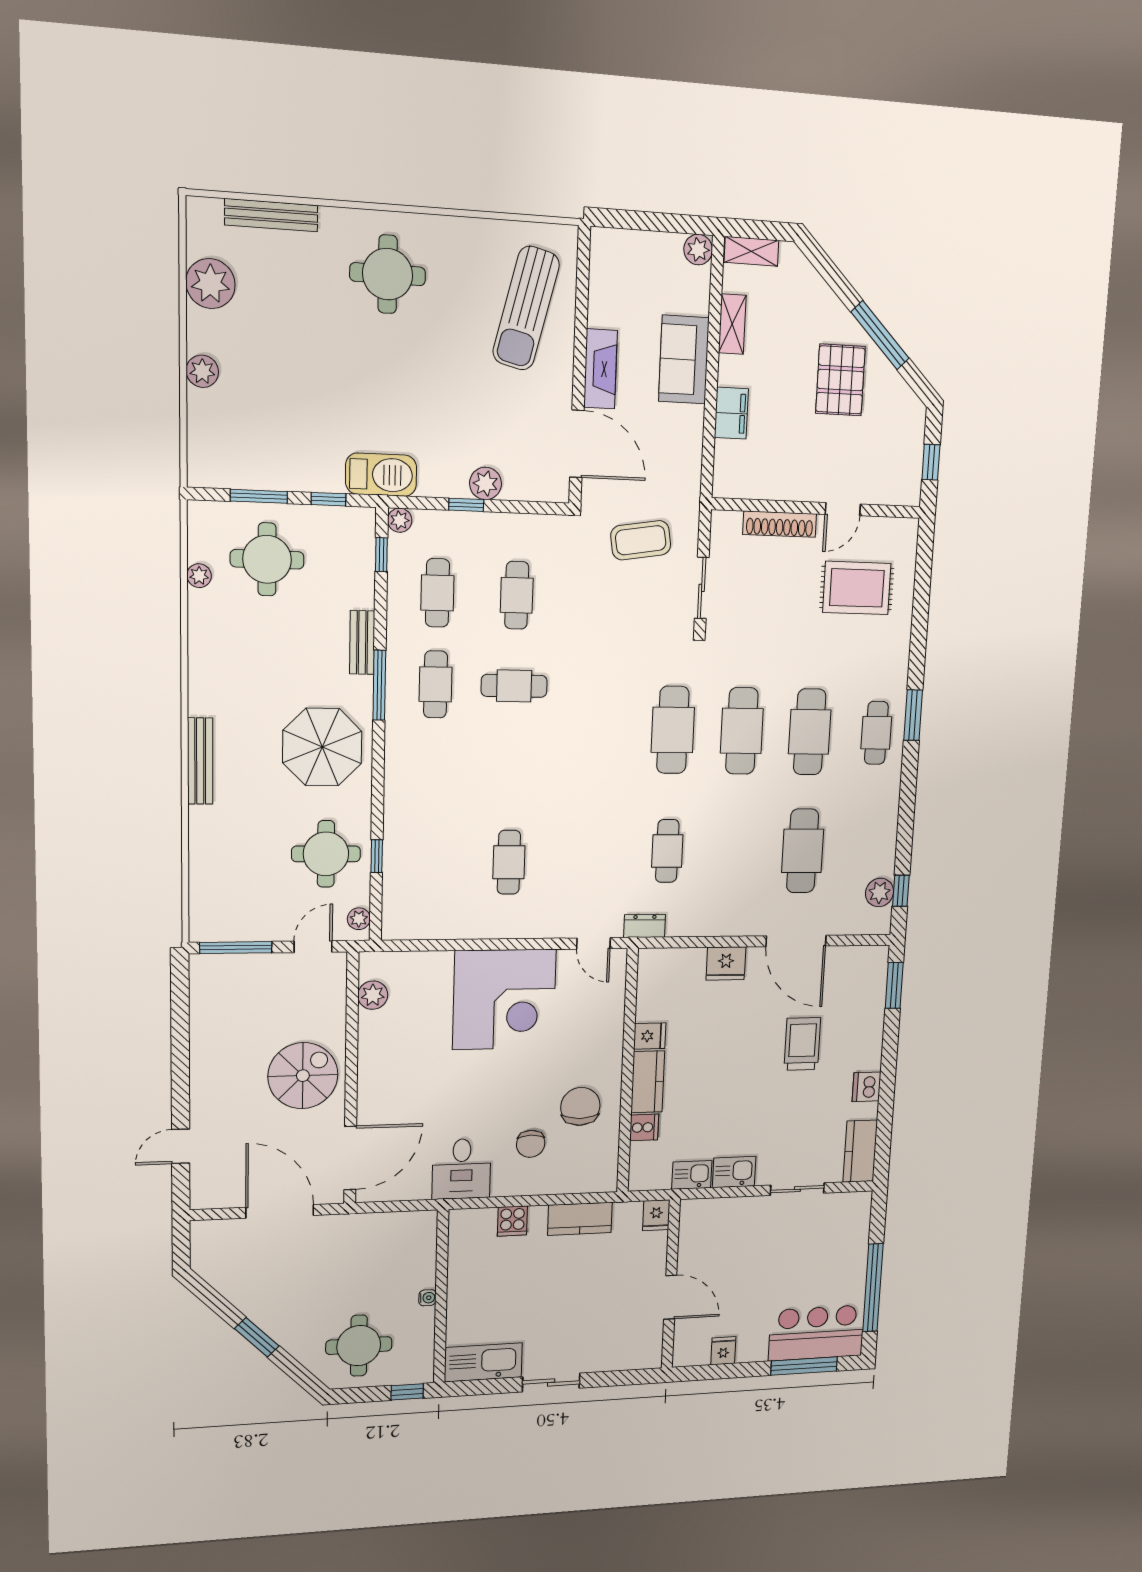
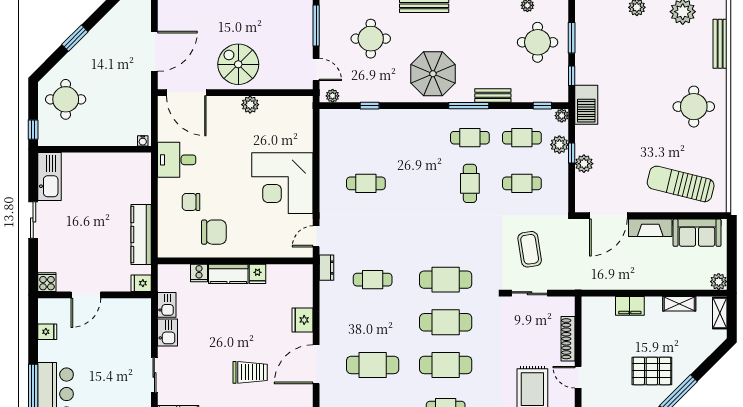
sofa: (684, 360) -> (697, 233), moved, turned 180
plant: (451, 526) -> (559, 145), added
coffee table: (641, 540) -> (530, 249), moved
round table: (326, 854) -> (371, 39), moved
plant: (373, 995) -> (250, 105), moved
spiral stairs: (303, 1076) -> (238, 64), turned 180
kitchen counter: (580, 1219) -> (141, 234), width x1.50
cooker: (512, 1221) -> (47, 282), moved, turned 90
water cooler: (427, 1298) -> (143, 141), moved

